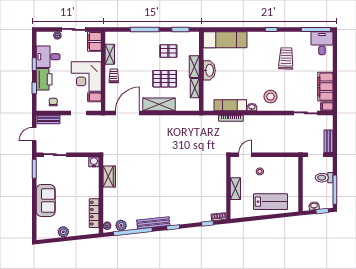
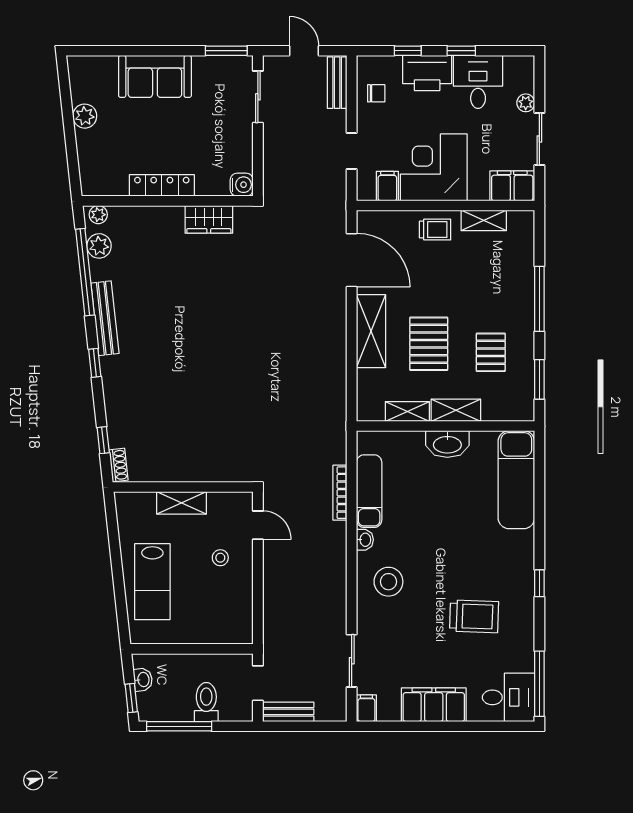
filing cabinet: (325, 87) -> (434, 705), moved
locker: (94, 213) -> (162, 185), moved

